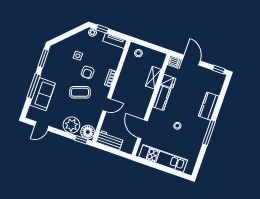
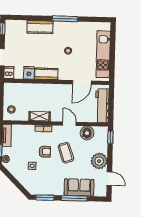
shelving: (153, 78) -> (40, 116), moved
plant: (71, 125) -> (99, 161), moved
floor lamp: (88, 132) -> (87, 133), moved
workbench: (110, 140) -> (102, 106), width x1.38

